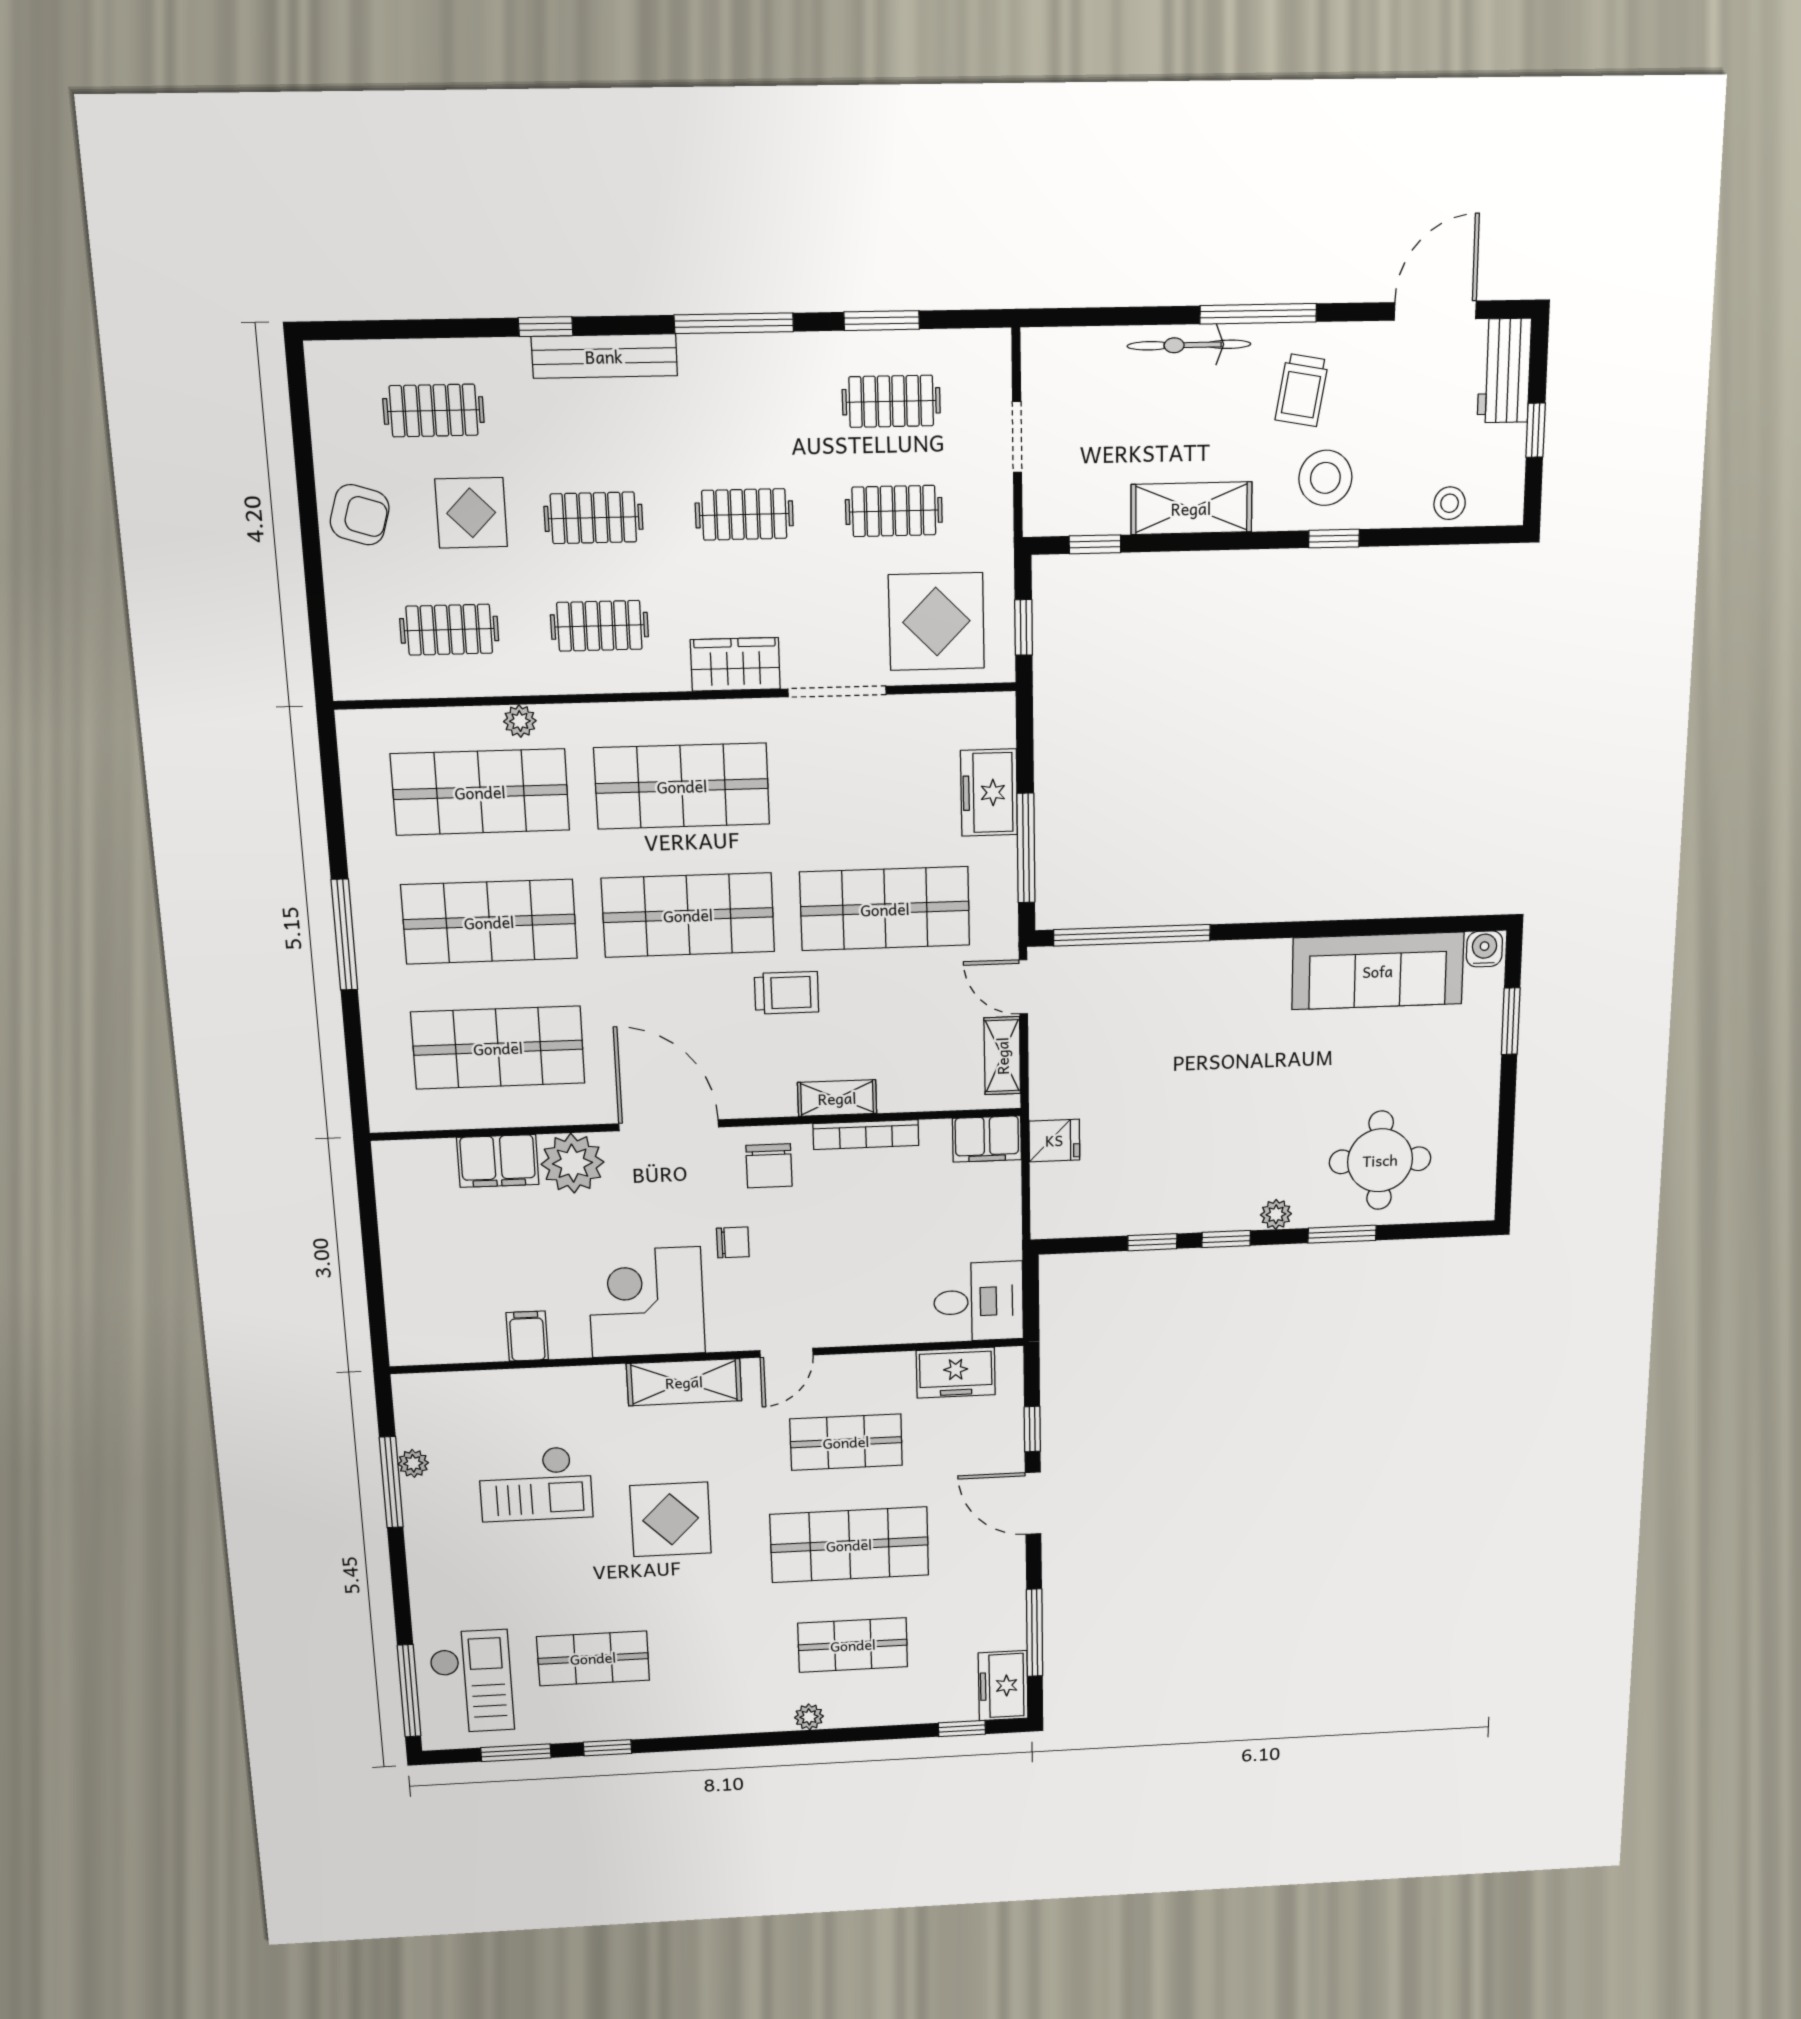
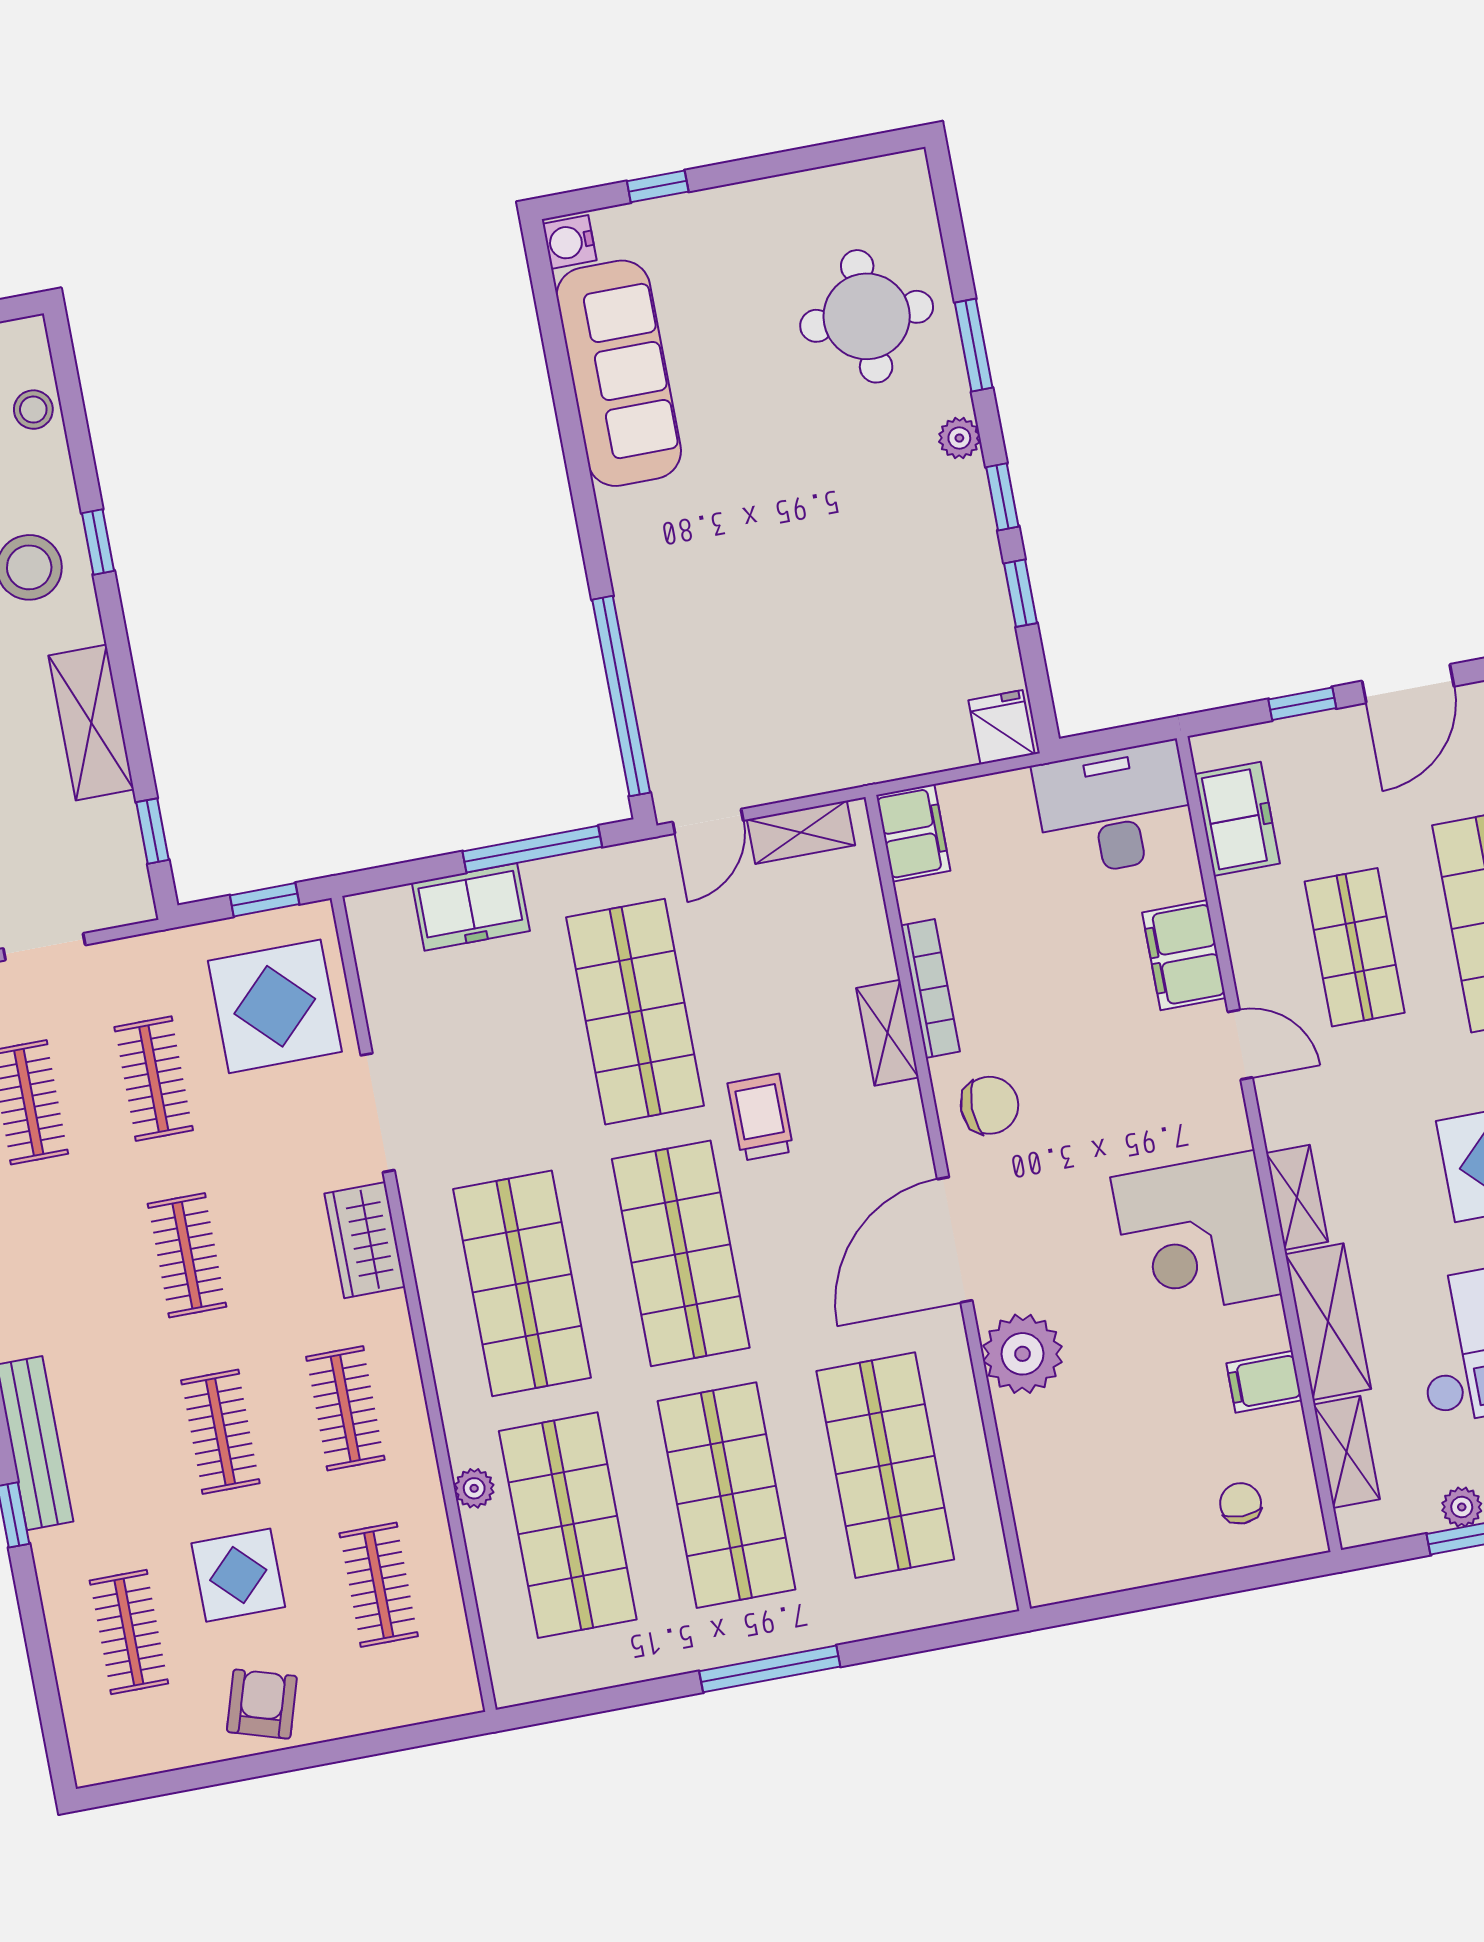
window: (1511, 1021) -> (658, 186), width x0.67
fridge: (1054, 1140) -> (1002, 727), moved
filing cabinet: (498, 1161) -> (1184, 955), moved, turned 180
chair: (733, 1242) -> (1241, 1503), moved
desk: (979, 1302) -> (1114, 809), width x1.37
shelving: (684, 1382) -> (1297, 1197), width x0.67, depth x0.75
shelving: (567, 1387) -> (1328, 1322), added
shelving: (466, 1388) -> (1347, 1452), added

